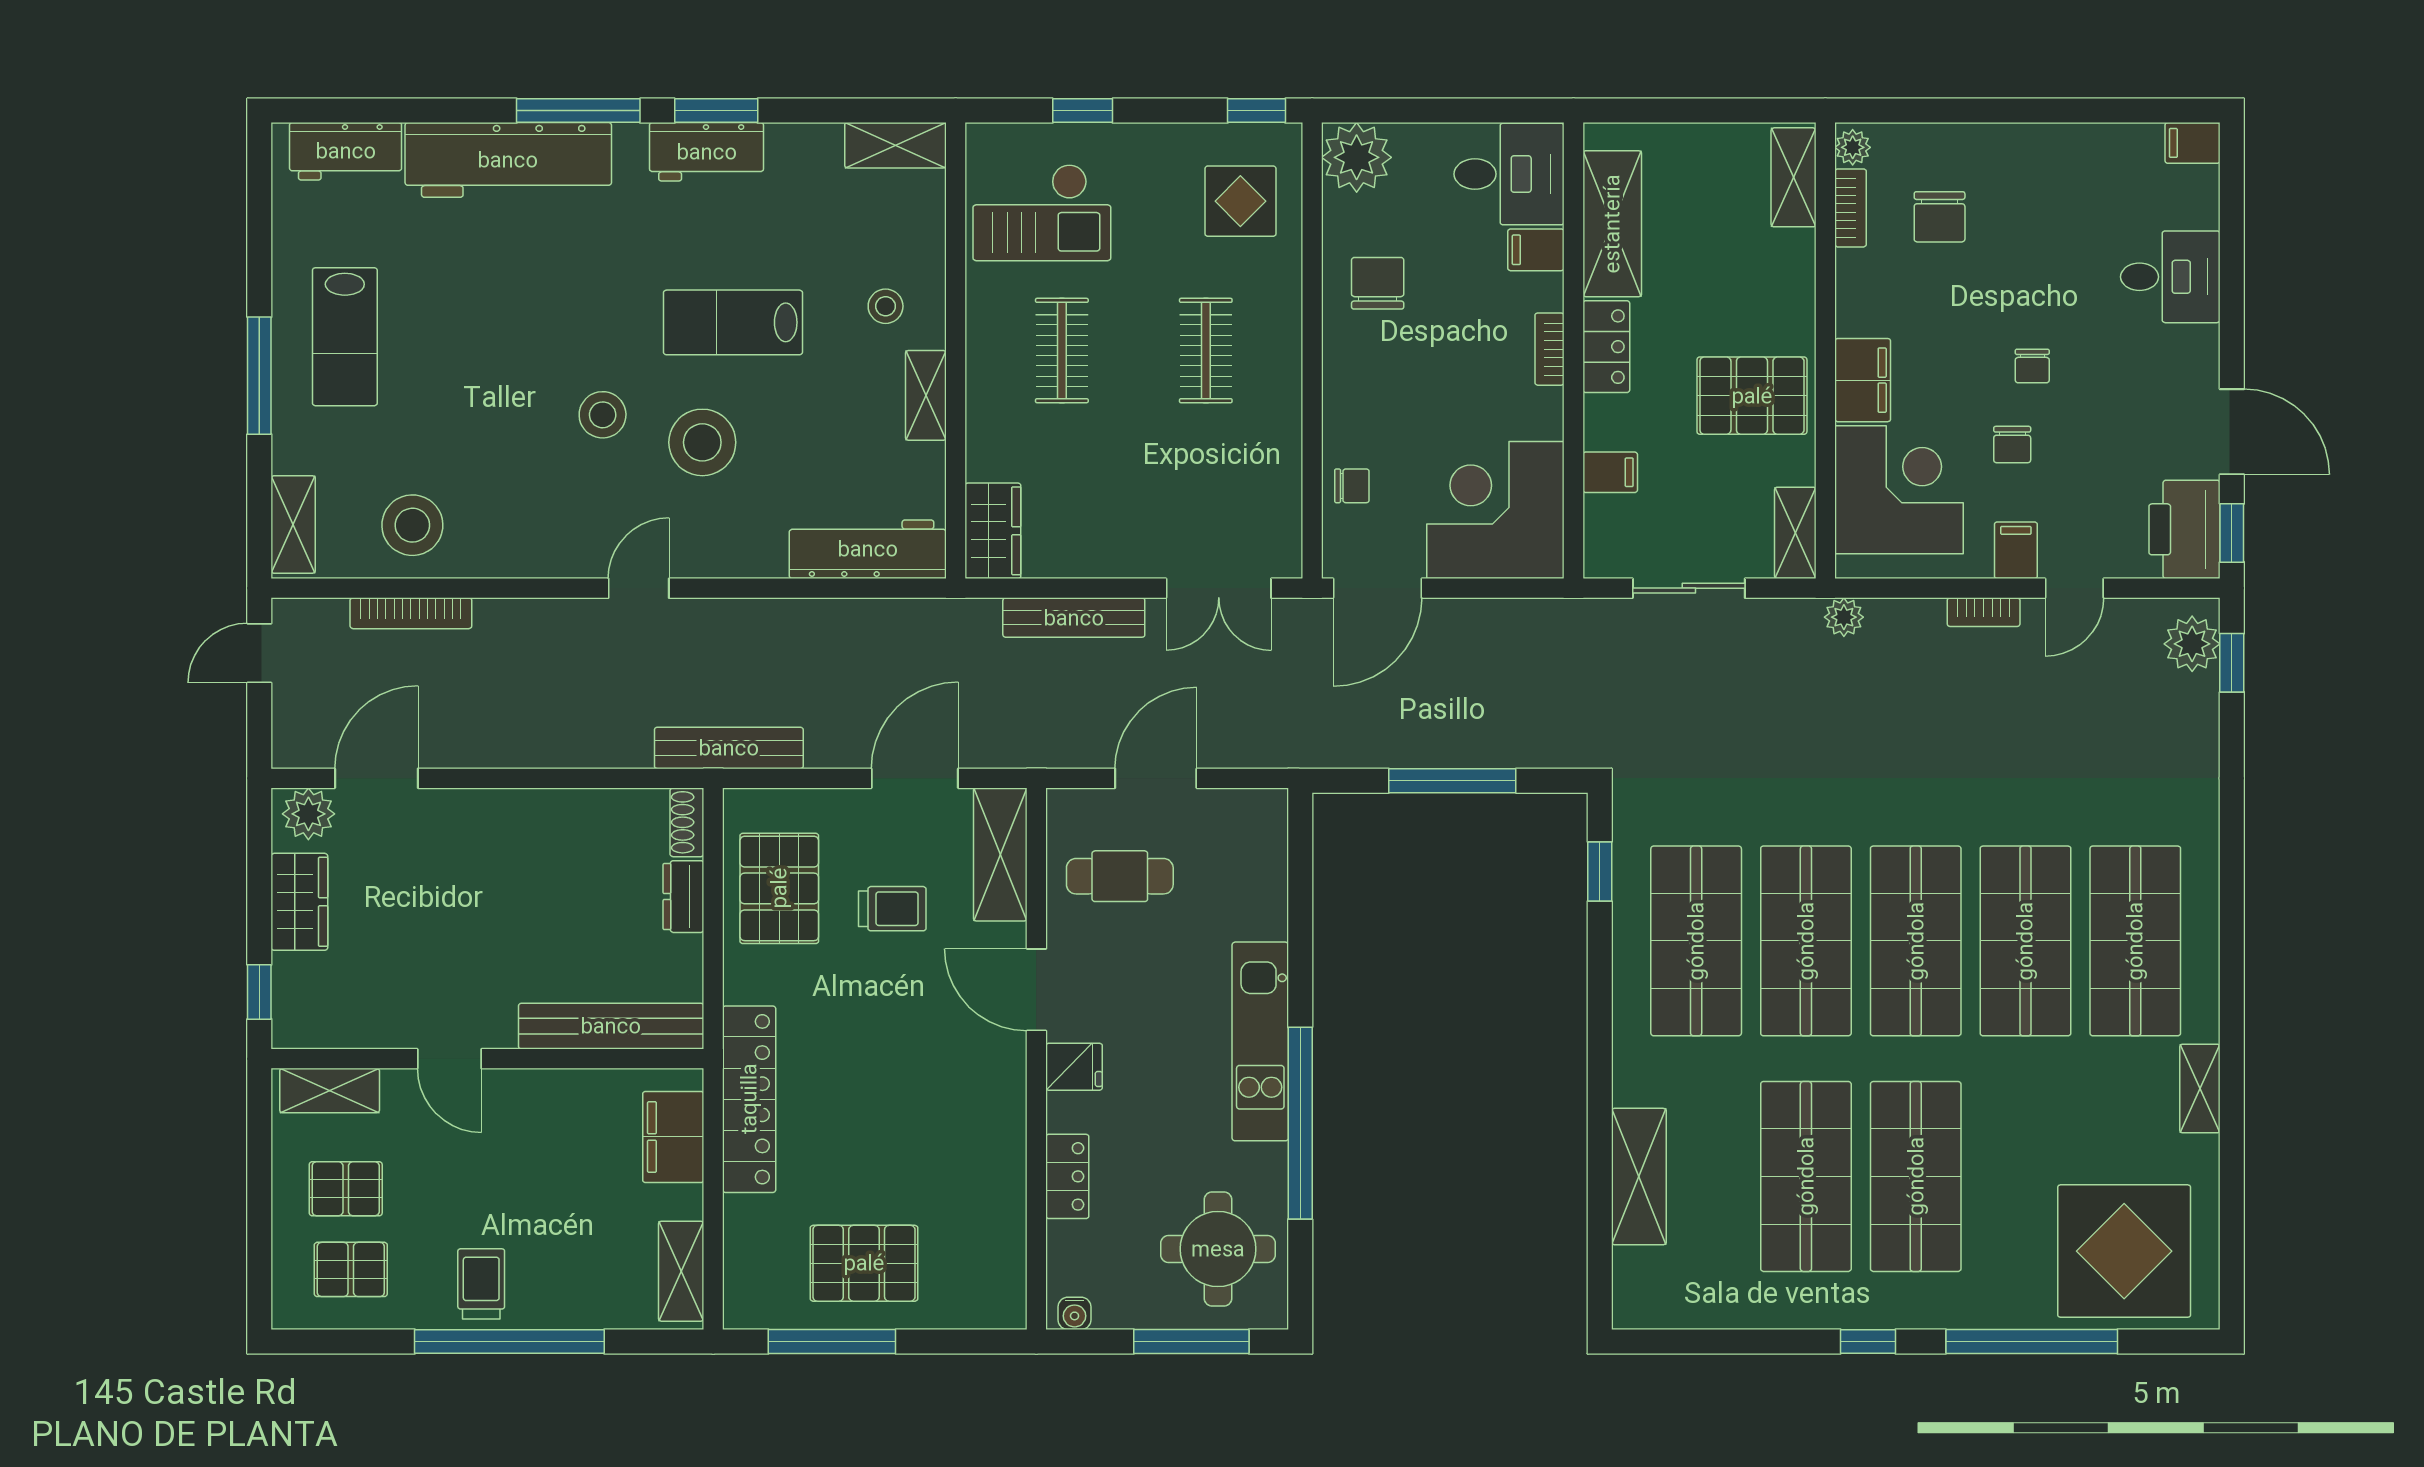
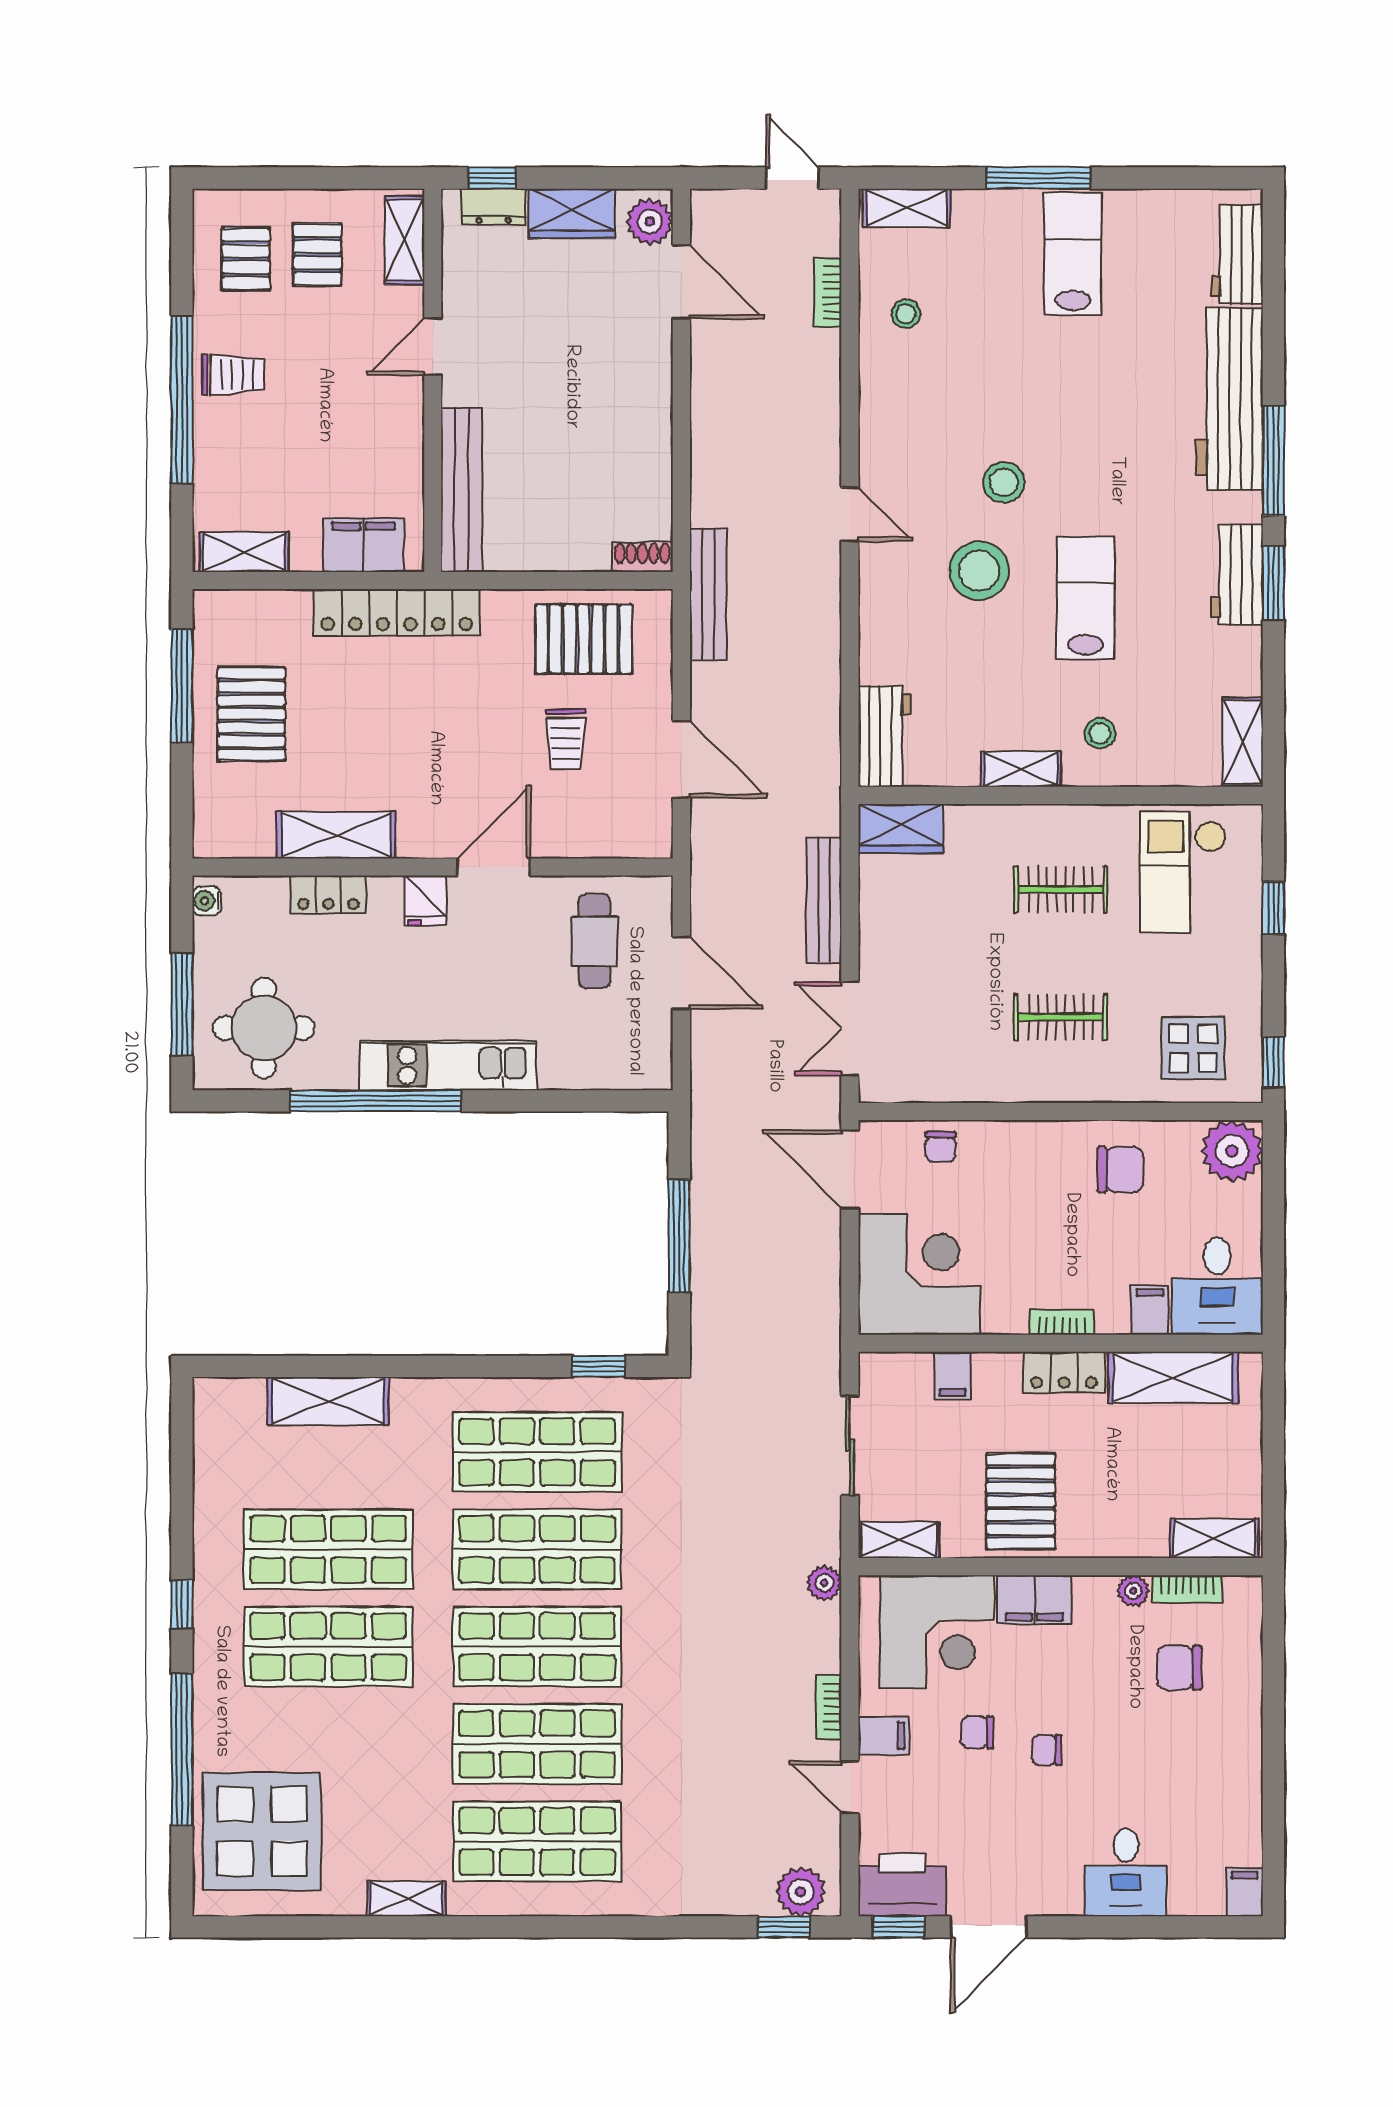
plant: (1853, 147) -> (1133, 1591), moved
lab bench: (345, 337) -> (1073, 254), turned 90
stool: (412, 525) -> (906, 314), width x0.53, depth x0.53
workbench: (868, 549) -> (884, 736), width x0.73
bookcase: (411, 613) -> (828, 293), width x0.64
shelving: (1000, 854) -> (336, 835), moved
dresser: (683, 897) -> (493, 206), moved, turned 180

